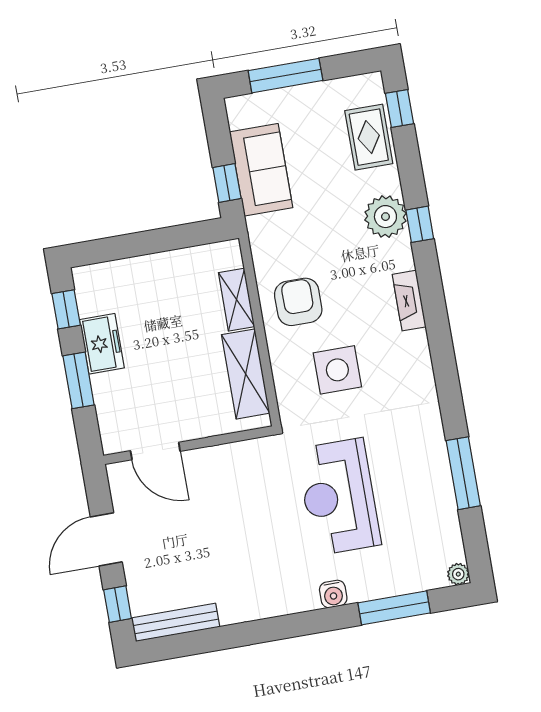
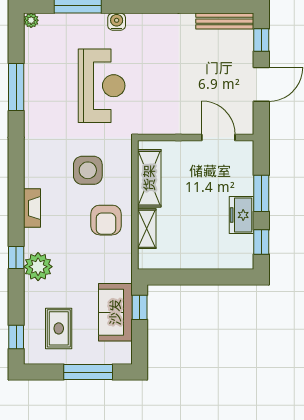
rug: (369, 137) -> (59, 328), moved

